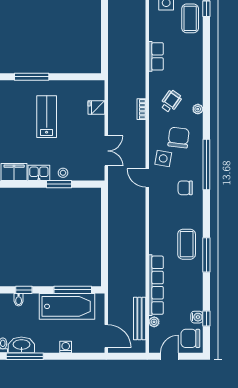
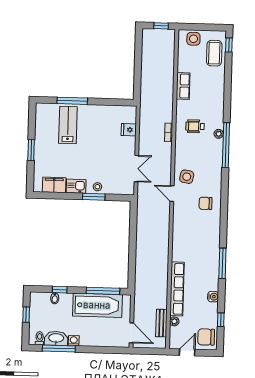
wheelchair: (171, 101) -> (195, 126), turned -125
lab bench: (47, 117) -> (68, 125), moved
chair: (179, 138) -> (201, 159), removed
window: (206, 165) -> (226, 145), moved
coffee table: (187, 244) -> (205, 253), removed
water cooler: (197, 317) -> (213, 297), moved
bench: (140, 318) -> (161, 323), width x0.73
washing machine: (66, 347) -> (74, 341), moved

